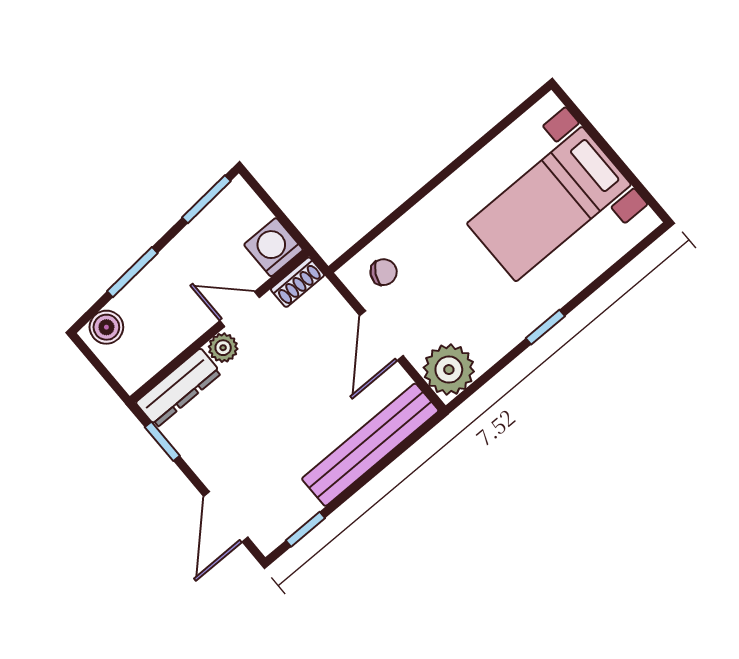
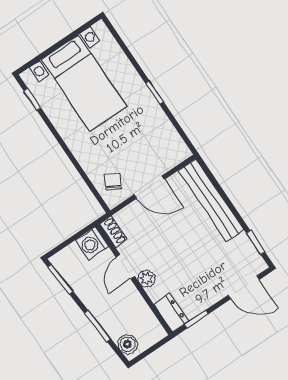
window: (511, 118) -> (32, 99), added
plant: (449, 370) -> (173, 151), removed
dresser: (179, 388) -> (171, 313), width x0.70

